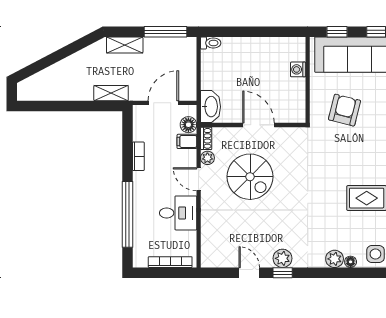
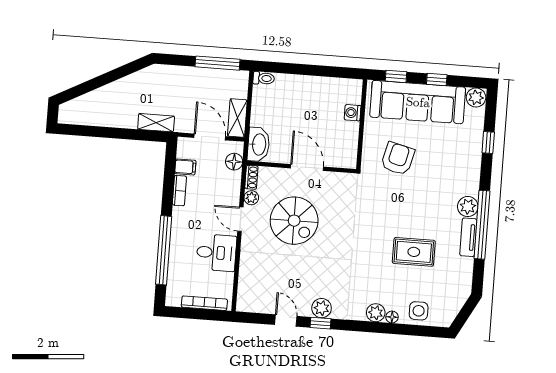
shelving: (125, 45) -> (237, 118), moved, turned 90
door: (163, 103) -> (210, 137), hinge flipped
filing cabinet: (187, 141) -> (185, 167), moved, turned 180

